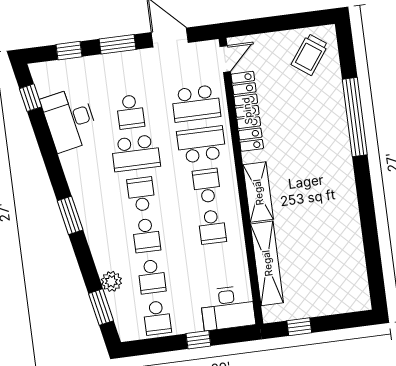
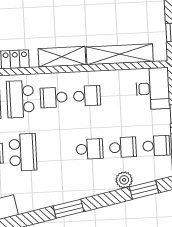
school desk: (141, 194) -> (56, 151), removed

